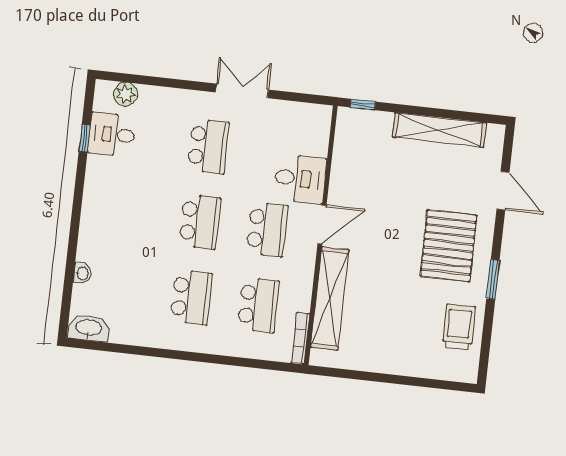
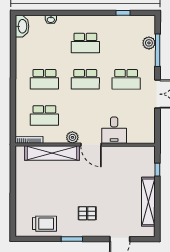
window: (161, 82) -> (158, 50), added
plant: (126, 94) -> (149, 43), moved
window: (363, 104) -> (157, 170), moved
desk: (112, 134) -> (127, 27), removed
school desk: (267, 229) -> (85, 43), moved
pallet: (449, 246) -> (87, 213), width x0.49, depth x0.50
plant: (305, 257) -> (72, 137), added

